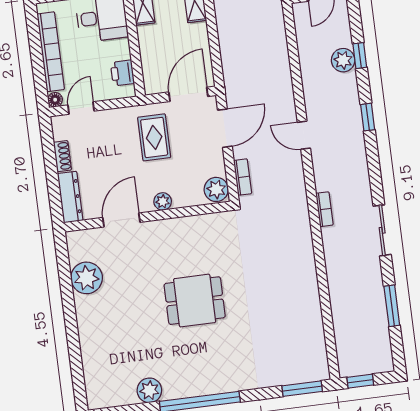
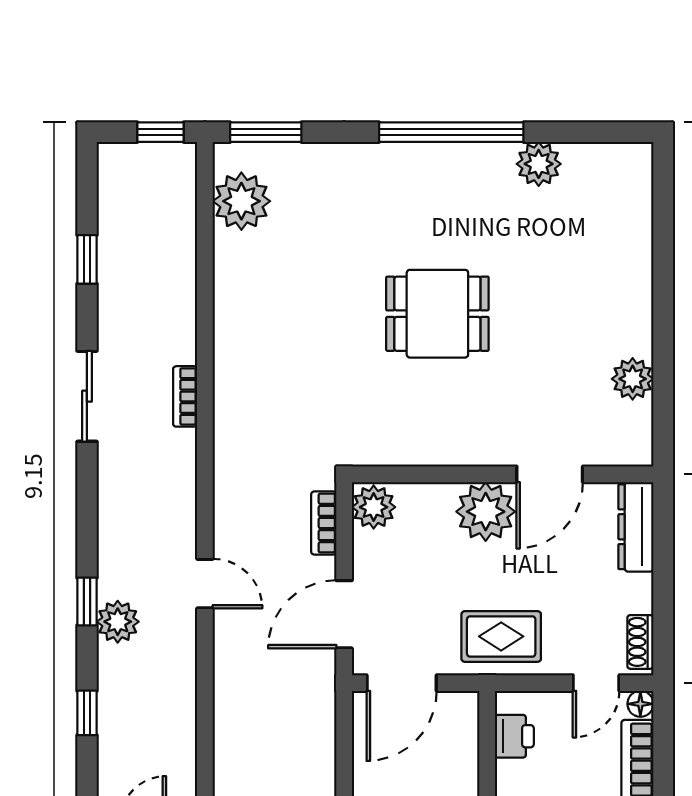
plant: (343, 60) -> (118, 622), moved
rug: (154, 137) -> (501, 636), moved, turned 90
shoe rack: (62, 156) -> (640, 642), moved
plant: (163, 201) -> (486, 512), width x1.88, depth x1.88
bookcase: (324, 209) -> (185, 396), moved
plant: (87, 278) -> (633, 379), width x0.73, depth x0.73
window: (392, 306) -> (87, 259), width x0.67
plant: (311, 349) -> (241, 201), added

